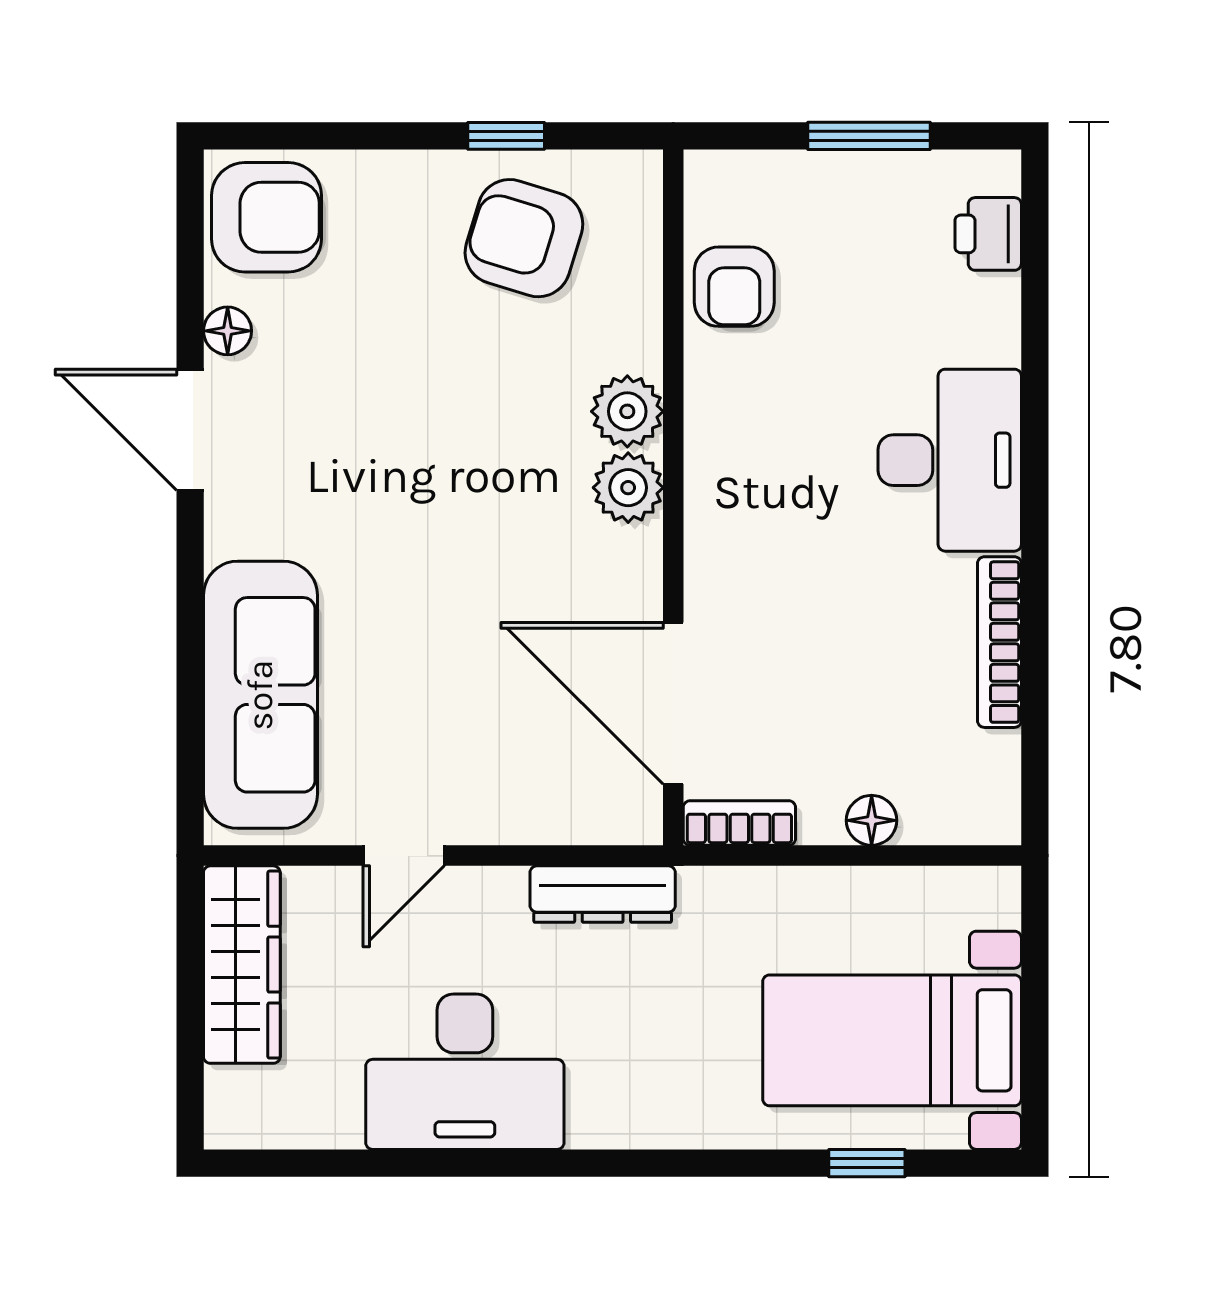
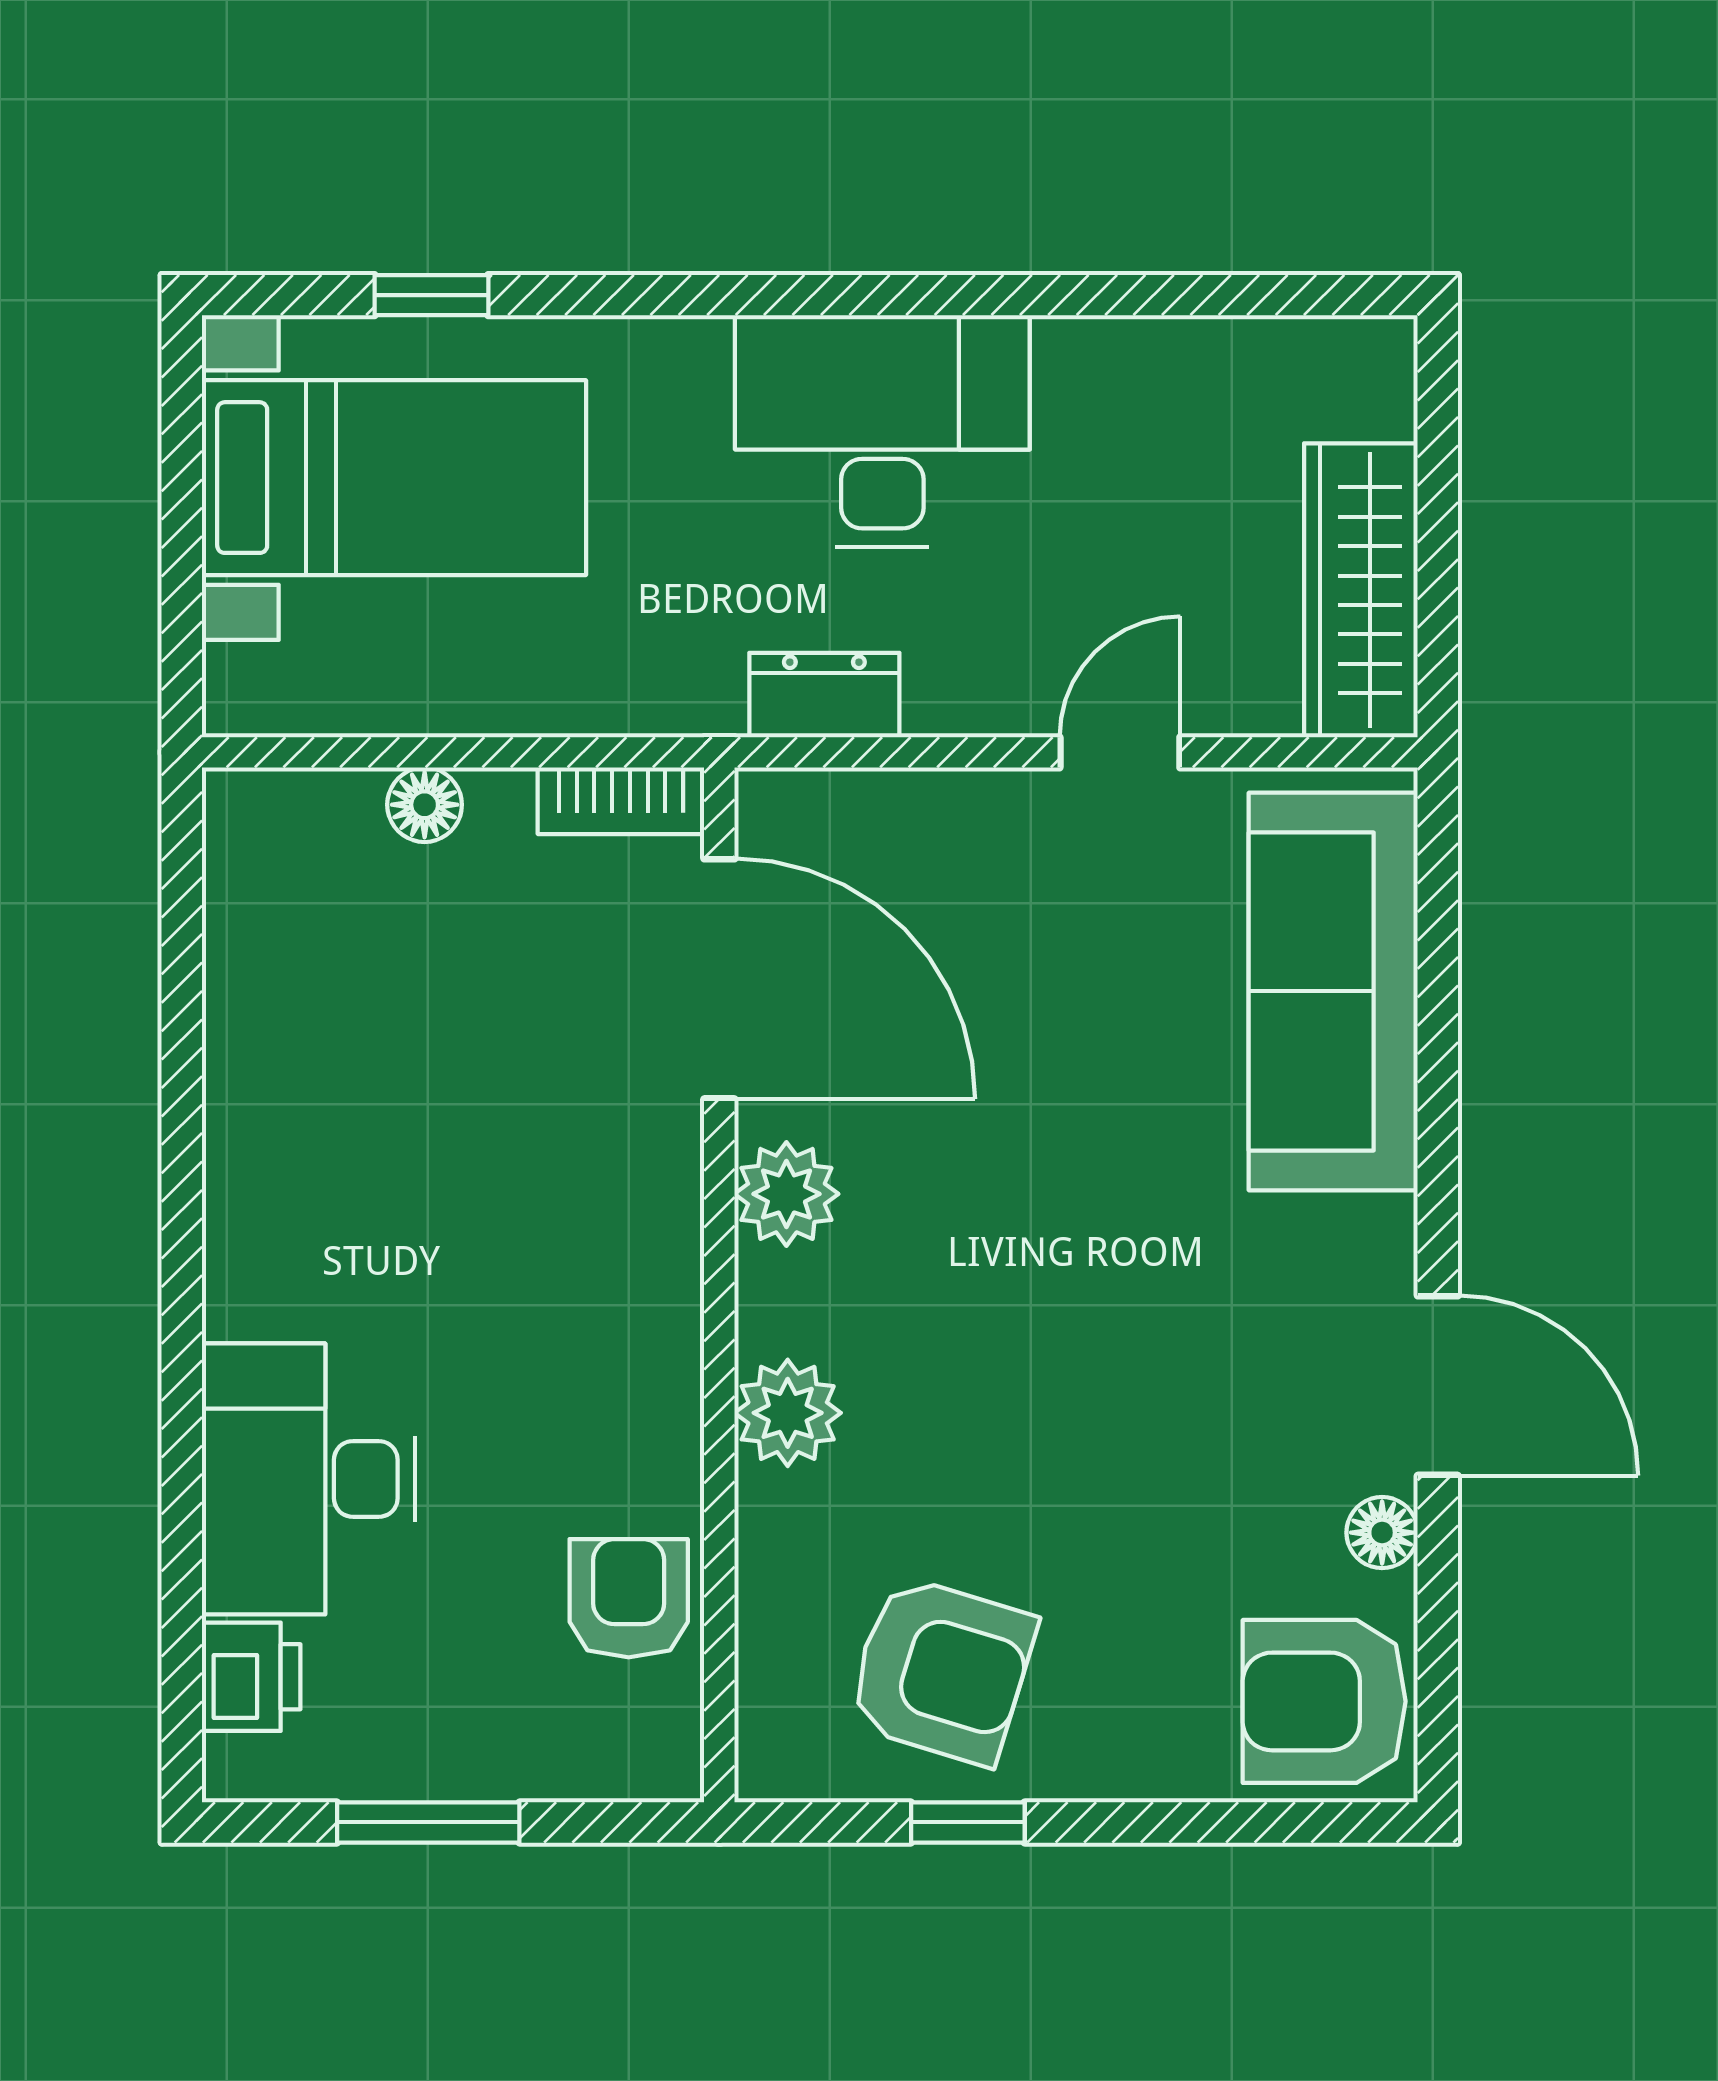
desk: (950, 460) -> (308, 1479), moved
plant: (628, 488) -> (786, 1194), moved
bookcase: (999, 642) -> (234, 1070), removed
dresser: (603, 894) -> (824, 695), width x0.70
desk: (465, 1072) -> (882, 431), moved

